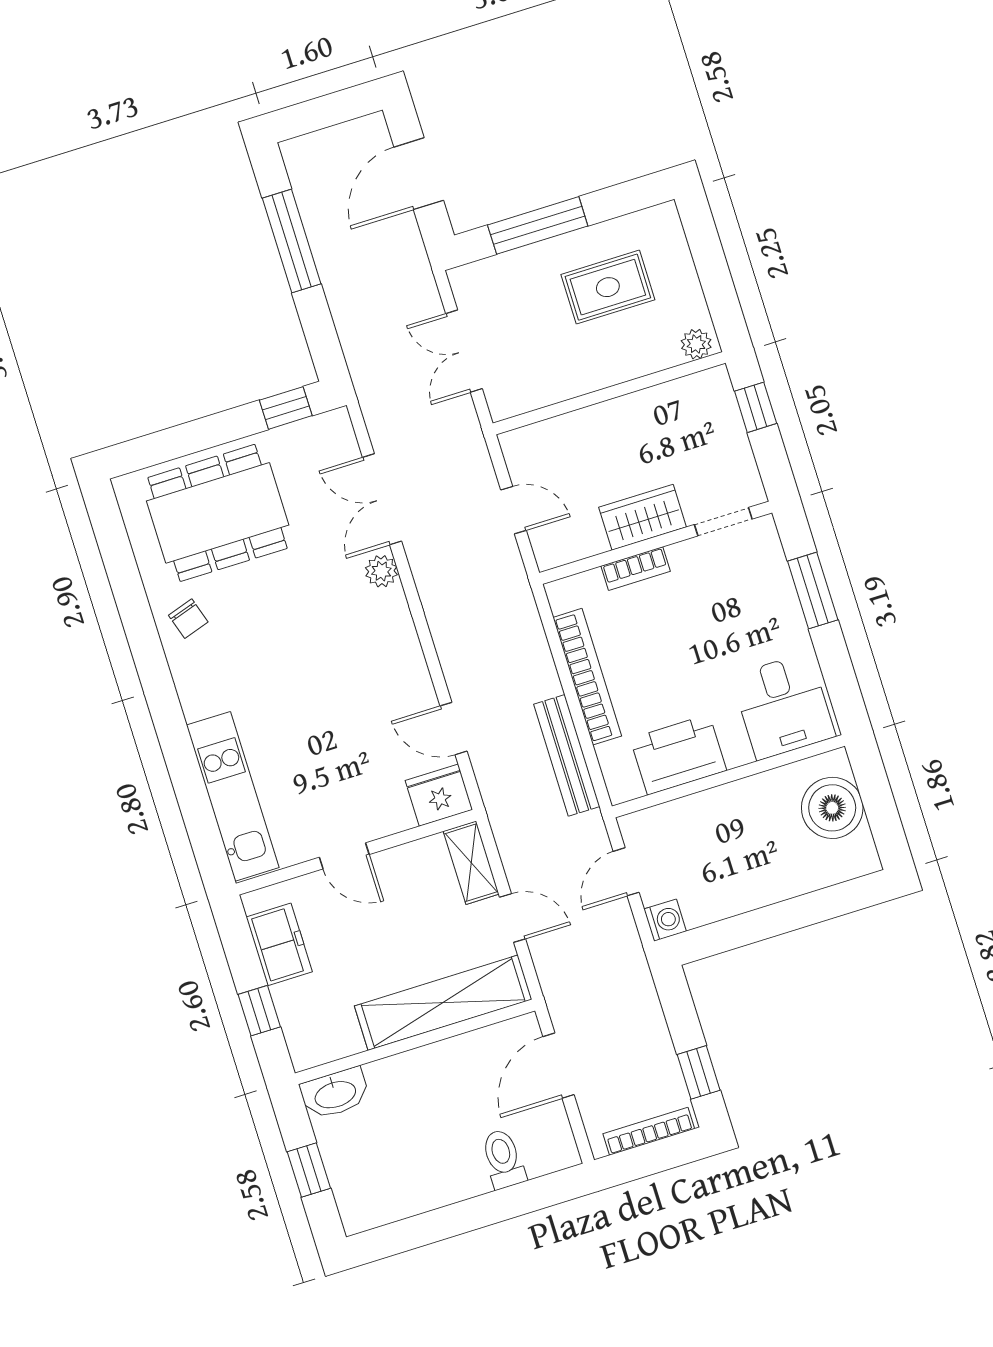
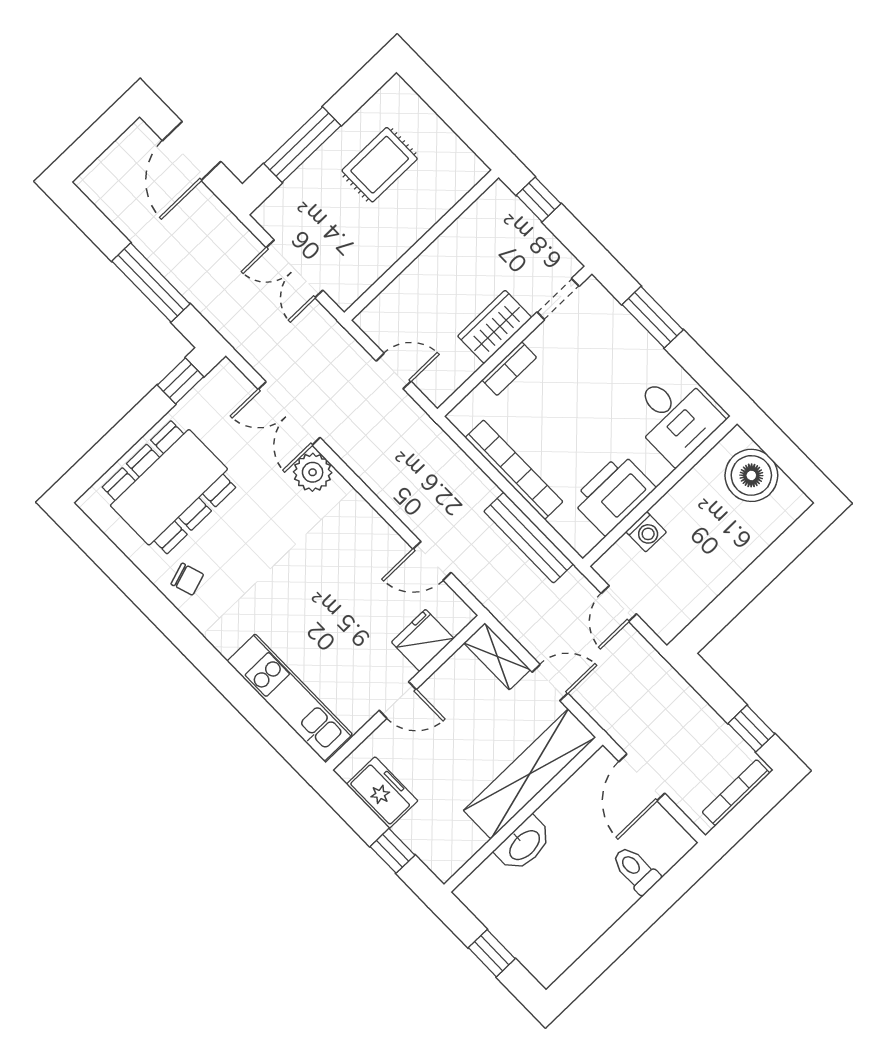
window: (292, 241) -> (151, 282), moved
plant: (696, 344) -> (469, 174), removed
plant: (381, 571) -> (313, 472), width x1.38, depth x1.38
fridge: (439, 795) -> (423, 640), moved
washing machine: (665, 920) -> (646, 532), moved, turned 90
washbasin: (335, 1094) -> (524, 844), moved

